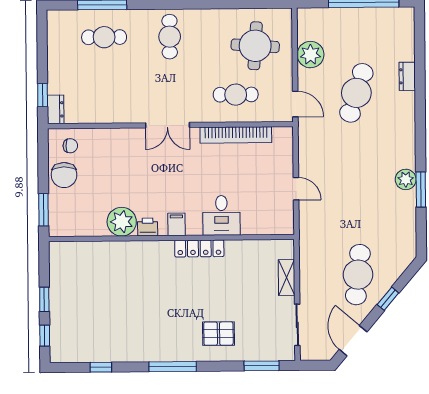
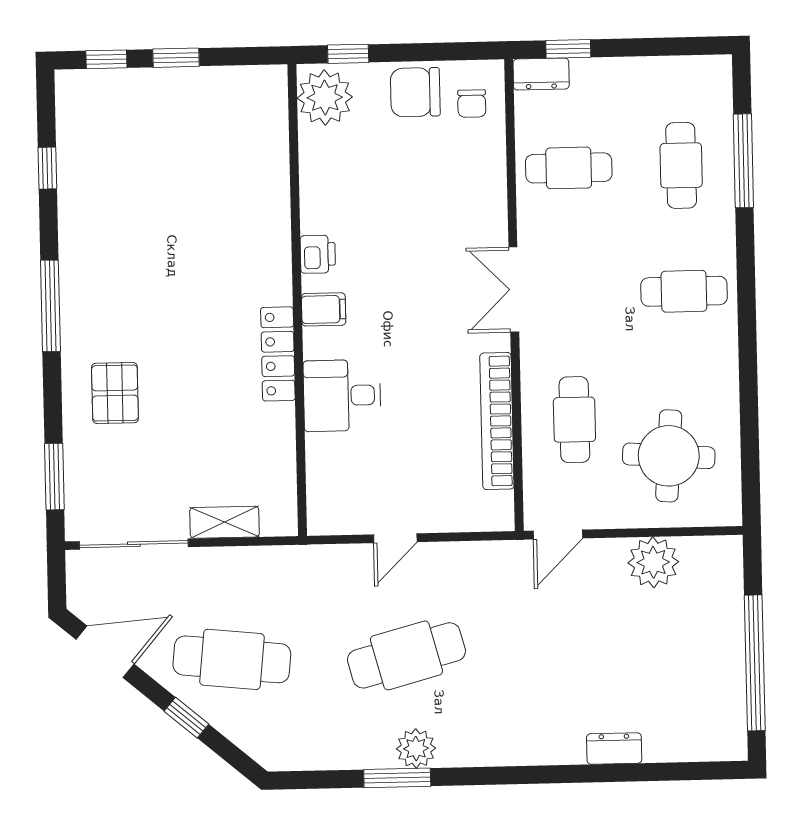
cafe table: (356, 93) -> (406, 655), moved, turned -33
cafe table: (105, 96) -> (569, 168), added
window: (44, 210) -> (348, 54), width x0.67
plant: (122, 222) -> (325, 97), moved
sliding door: (297, 325) -> (134, 544), width x1.37

